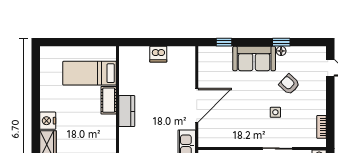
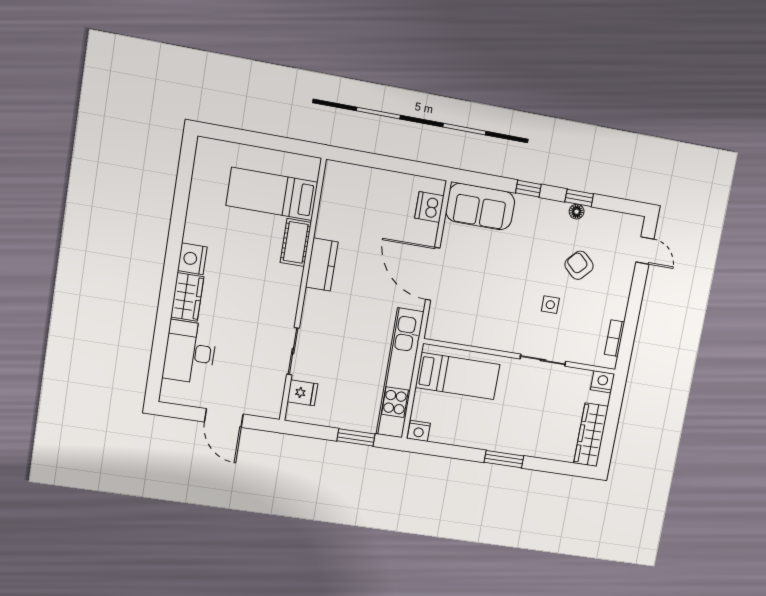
window: (224, 42) -> (528, 189), moved
dishwasher: (158, 54) -> (429, 207), moved, turned 90
sofa: (254, 59) -> (480, 207), moved
door: (197, 105) -> (433, 274), swing flipped

